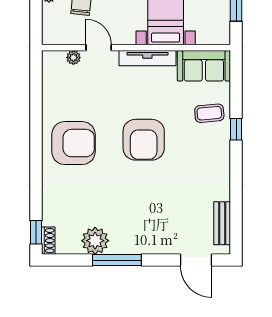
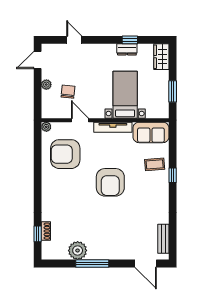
plant: (73, 58) -> (46, 127), moved
armchair: (73, 143) -> (65, 154), moved, turned 180
window: (36, 232) -> (38, 234), moved
shoe rack: (48, 241) -> (46, 231), moved

